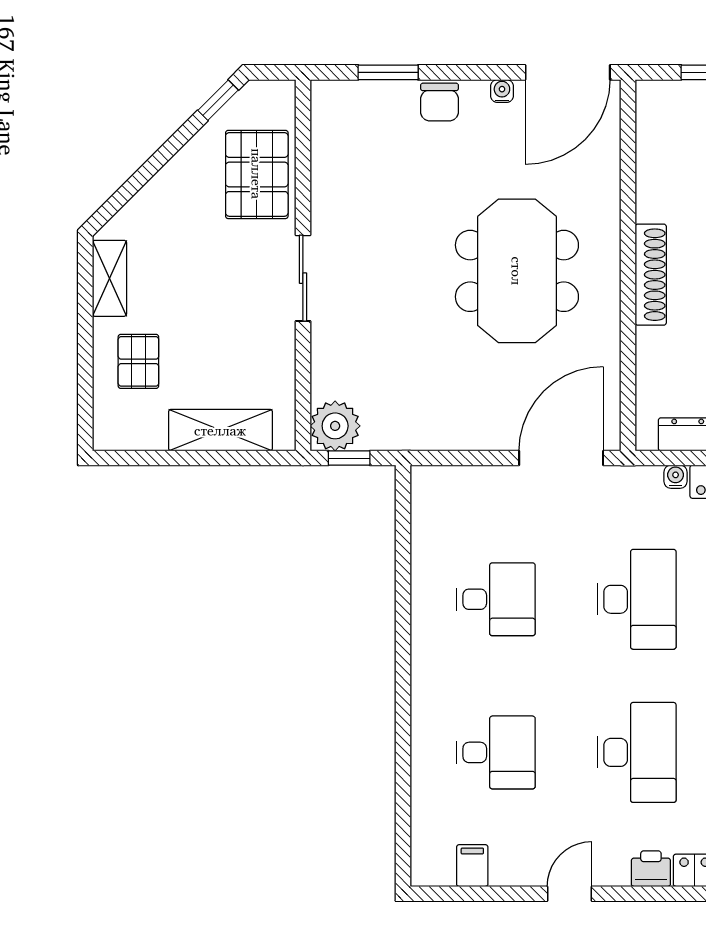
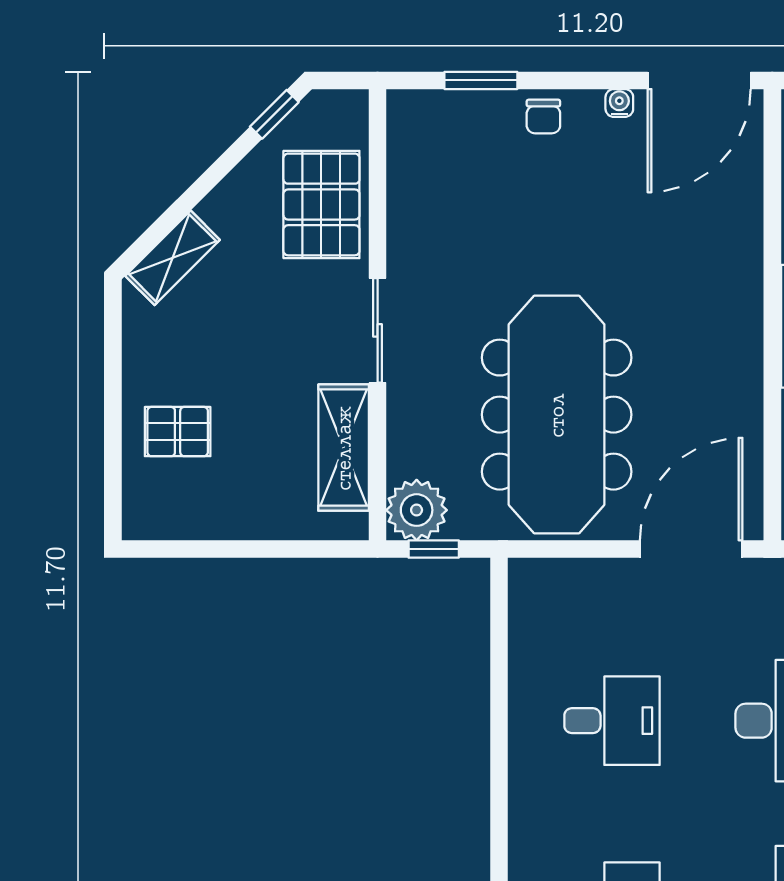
chair: (439, 102) -> (543, 116), width x0.73, depth x0.73
meeting table: (517, 271) -> (557, 415), moved, width x1.36
shelving: (109, 278) -> (173, 258), moved, turned 45
pallet: (138, 361) -> (178, 432), turned 90
shelving: (220, 430) -> (344, 448), moved, turned 90

